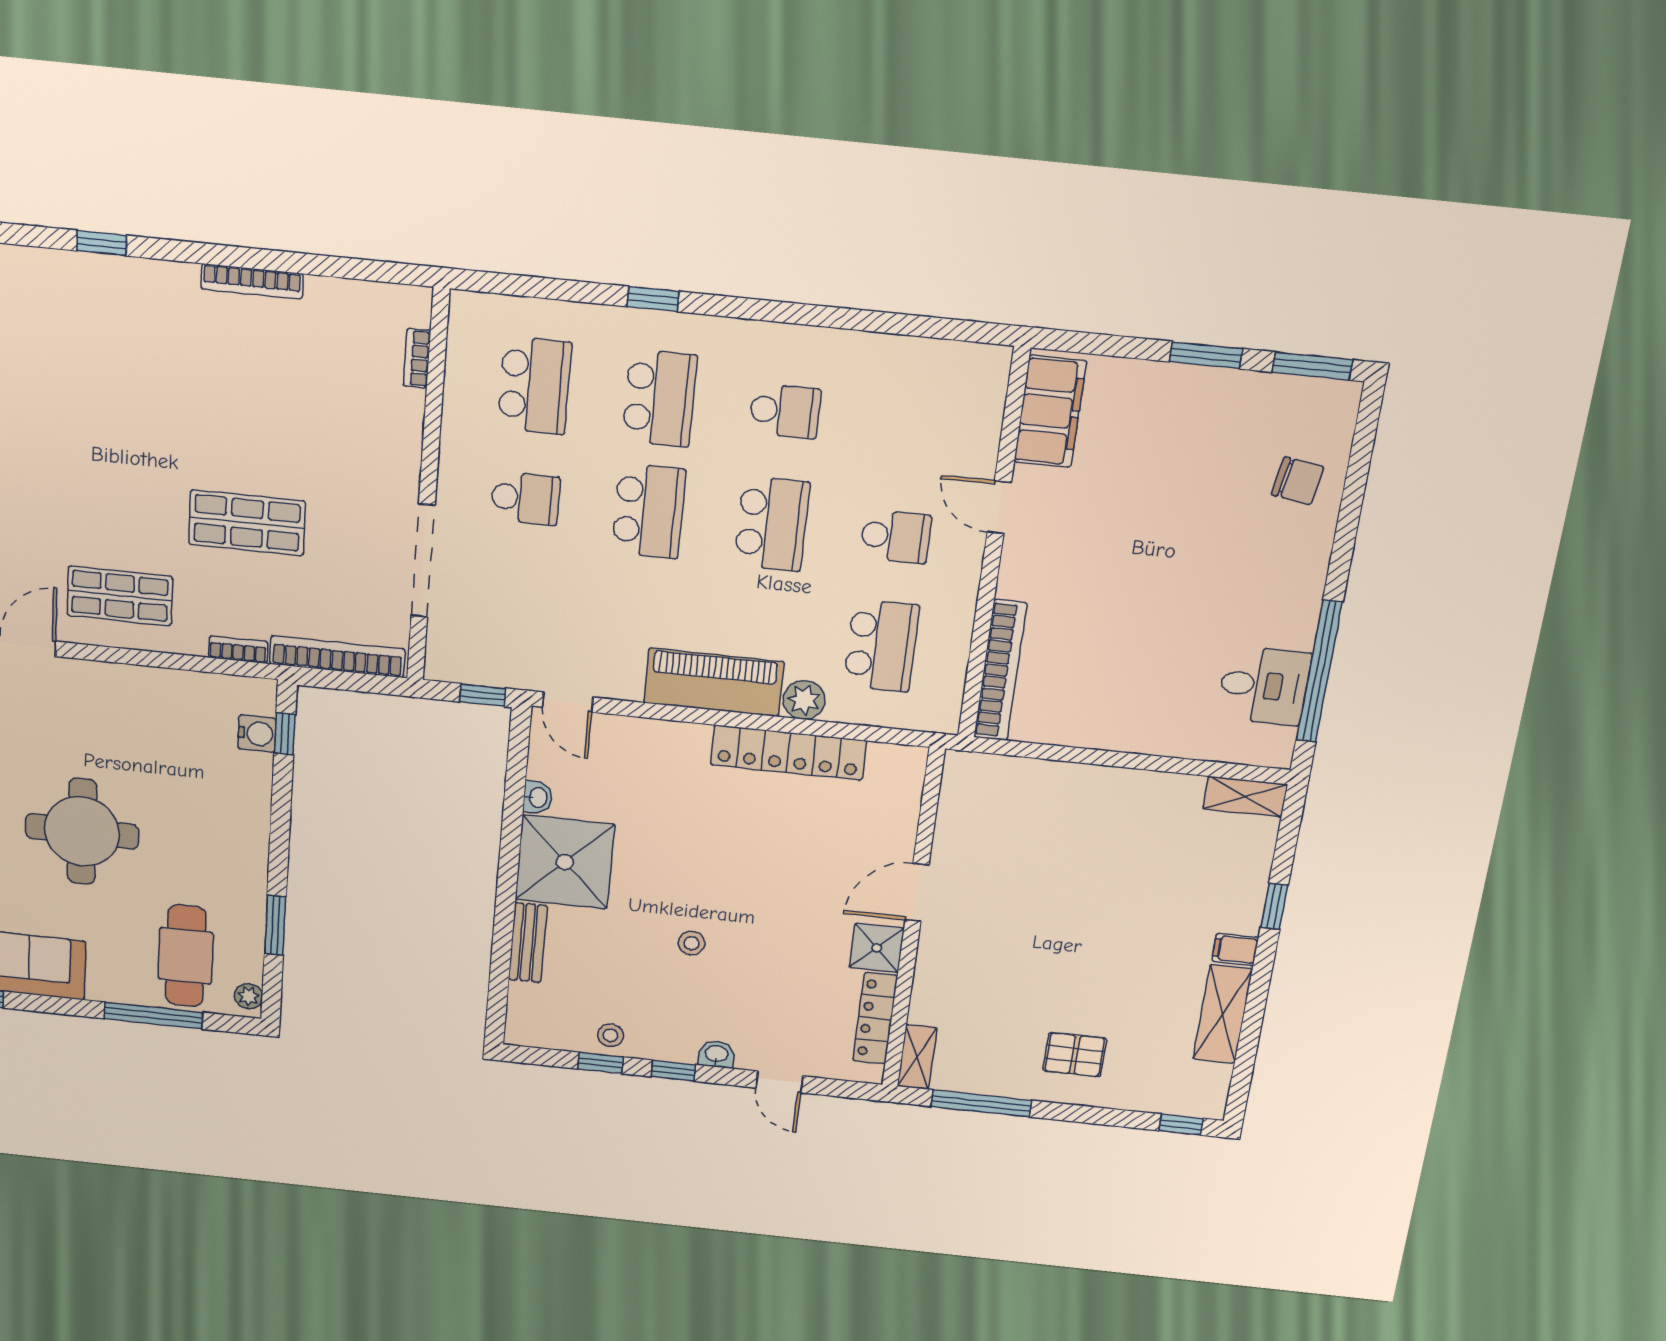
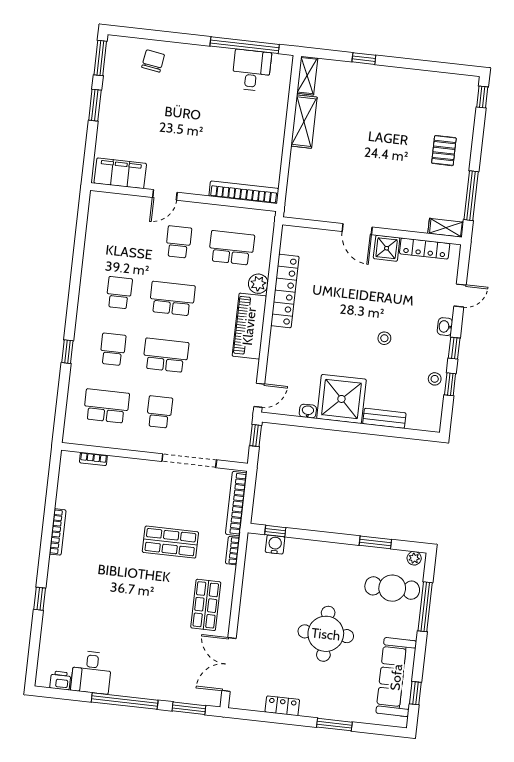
school desk: (660, 398) -> (113, 349), width x0.54
shop shelf: (247, 523) -> (170, 542), turned 90
filing cabinet: (1235, 949) -> (387, 76), removed
shelving: (1223, 1014) -> (304, 122), moved, turned 90

